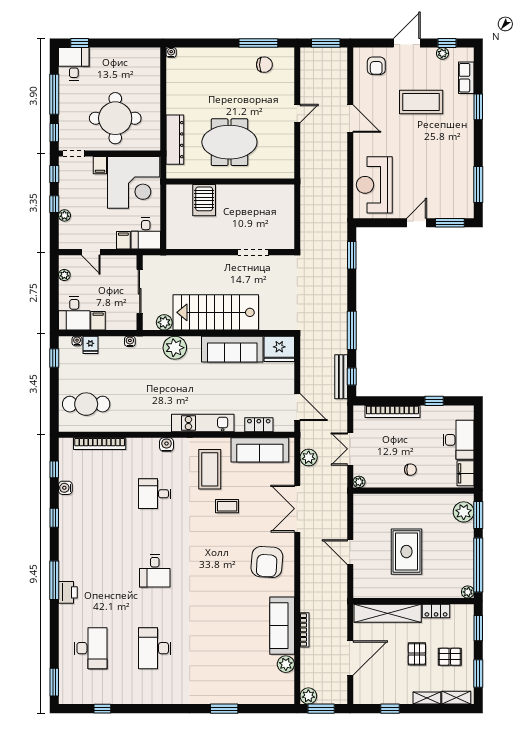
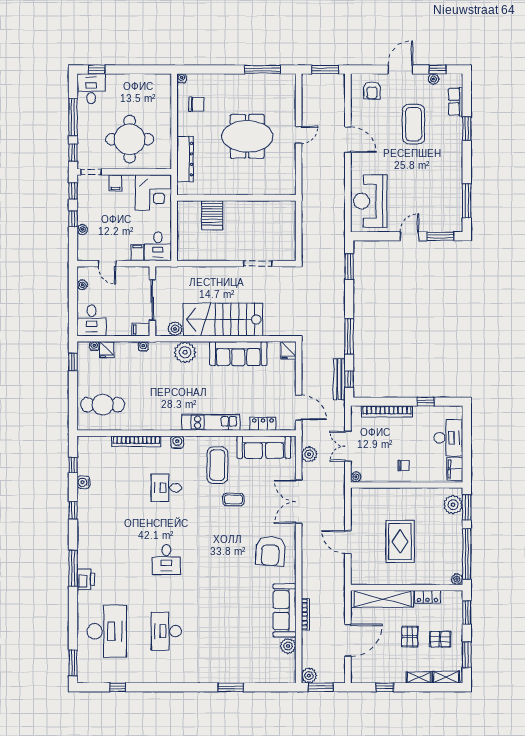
chair: (264, 65) -> (196, 104), moved
coffee table: (421, 102) -> (414, 124), turned 90
meeting table: (229, 142) -> (247, 136), moved
corner desk: (134, 182) -> (153, 192), width x0.74, depth x0.74
filing cabinet: (98, 321) -> (141, 329), moved, turned -90
fridge: (279, 349) -> (288, 350), width x0.53, depth x0.75
bookcase: (100, 444) -> (136, 441), moved
desk: (91, 648) -> (107, 631), width x1.36, depth x1.30

